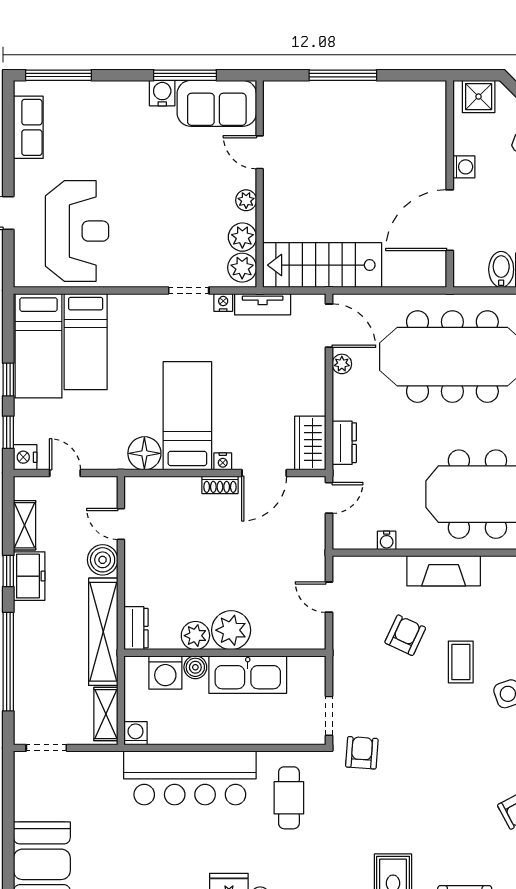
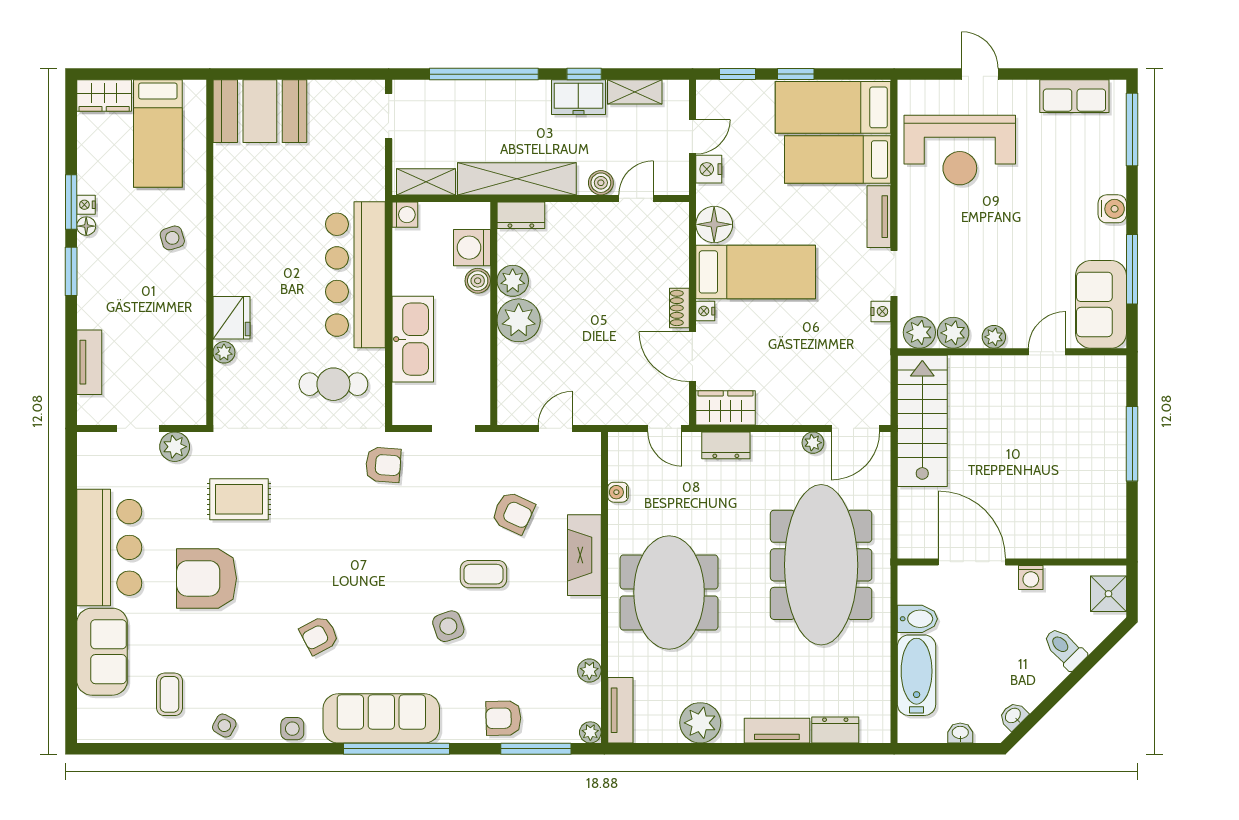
water cooler: (162, 93) -> (1112, 209), moved
tv unit: (263, 304) -> (879, 217), moved
nightstand: (25, 457) -> (709, 169), moved, turned -90
boiler: (103, 560) -> (601, 183), width x0.73, depth x0.73
kitchen sink: (248, 675) -> (413, 339), moved, turned 180
doorway: (329, 716) -> (453, 428), moved

